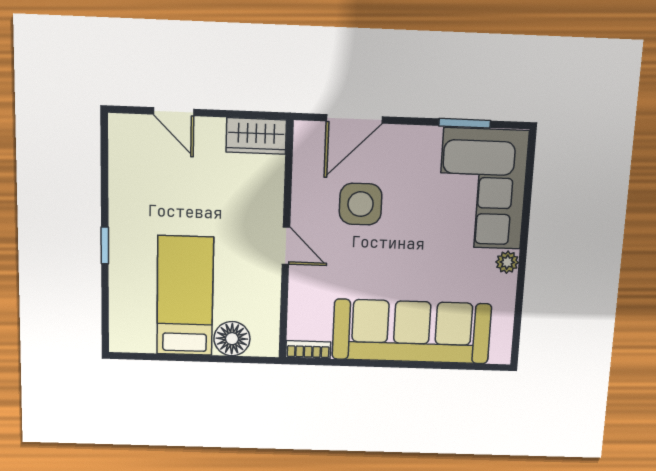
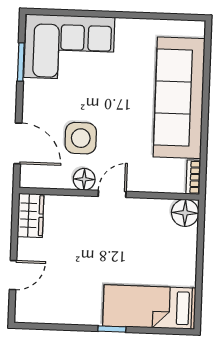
floor lamp: (305, 209) -> (84, 179), added
plant: (507, 262) -> (125, 26), removed
bed: (185, 296) -> (149, 307), moved
floor lamp: (232, 339) -> (185, 213), moved

